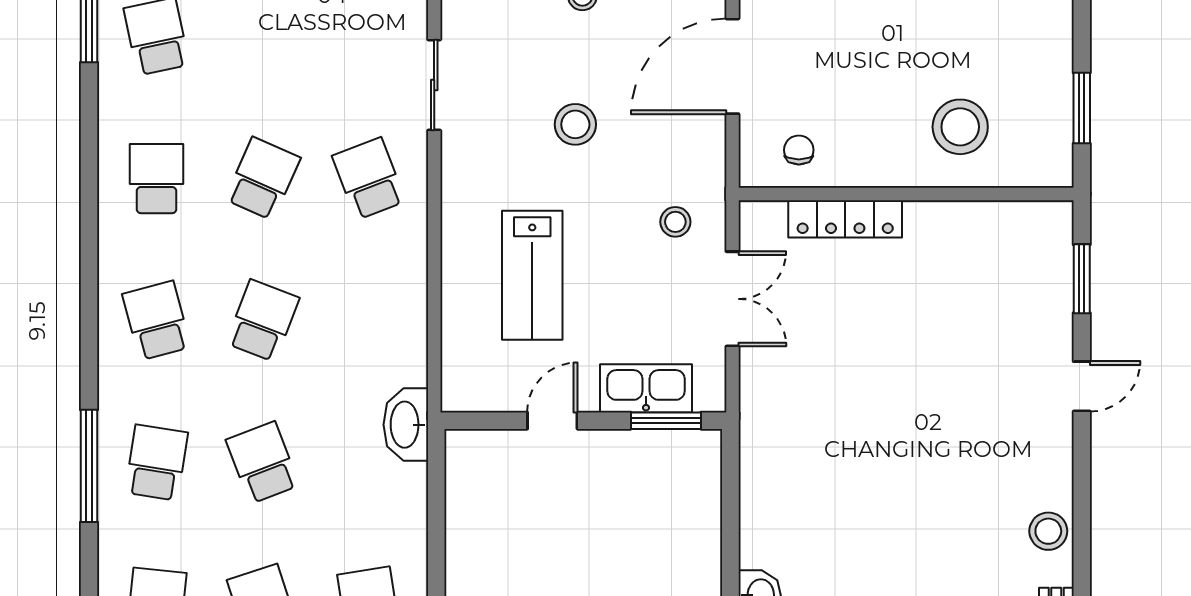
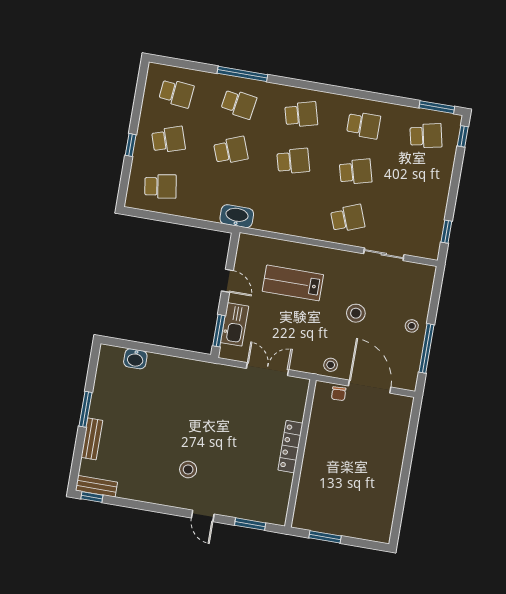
stool: (960, 127) -> (326, 482), removed
chair: (799, 150) -> (339, 394), moved, turned 87
school desk: (263, 179) -> (356, 172), turned -39
locker: (845, 219) -> (290, 447), moved
stool: (675, 222) -> (331, 365), moved
double door: (732, 299) -> (267, 369), swing flipped
school desk: (263, 321) -> (293, 161), turned -36
stool: (1048, 531) -> (188, 470), moved

